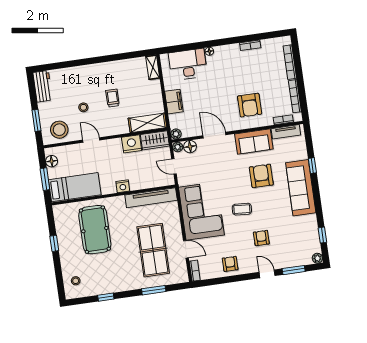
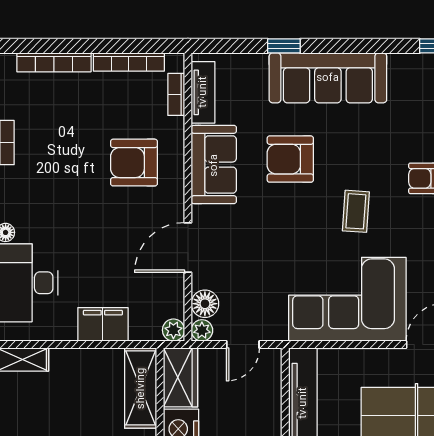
armchair: (250, 105) -> (134, 163), turned 180

